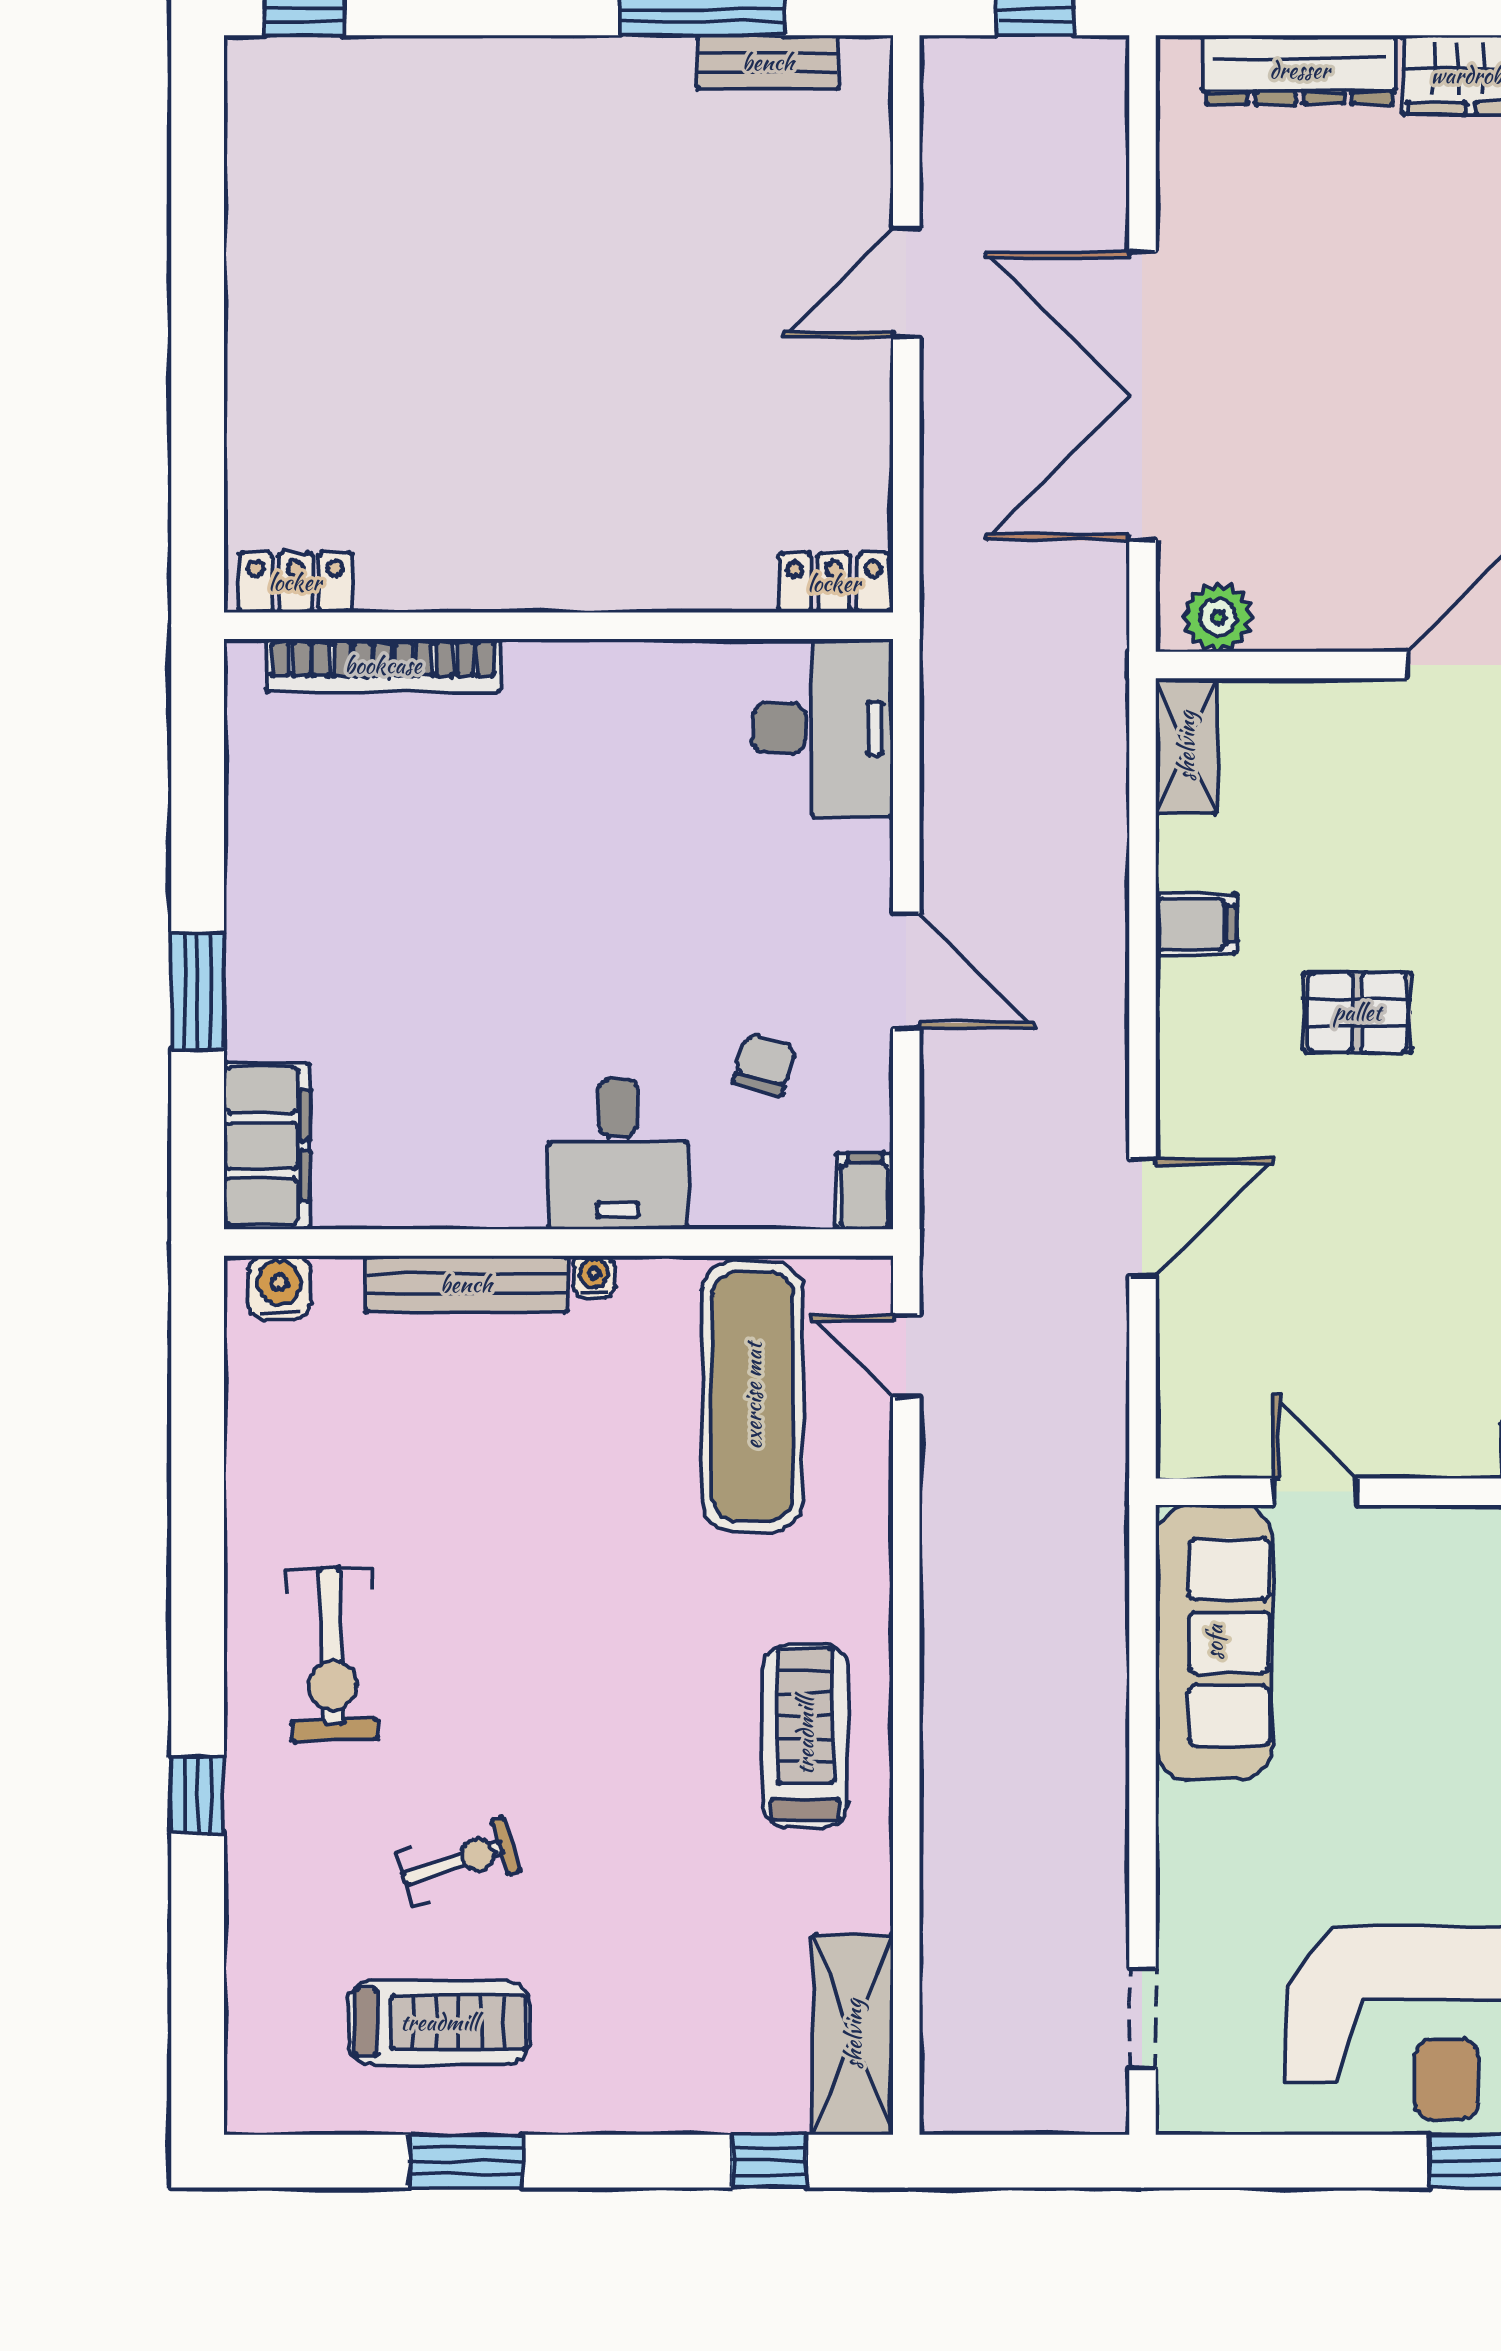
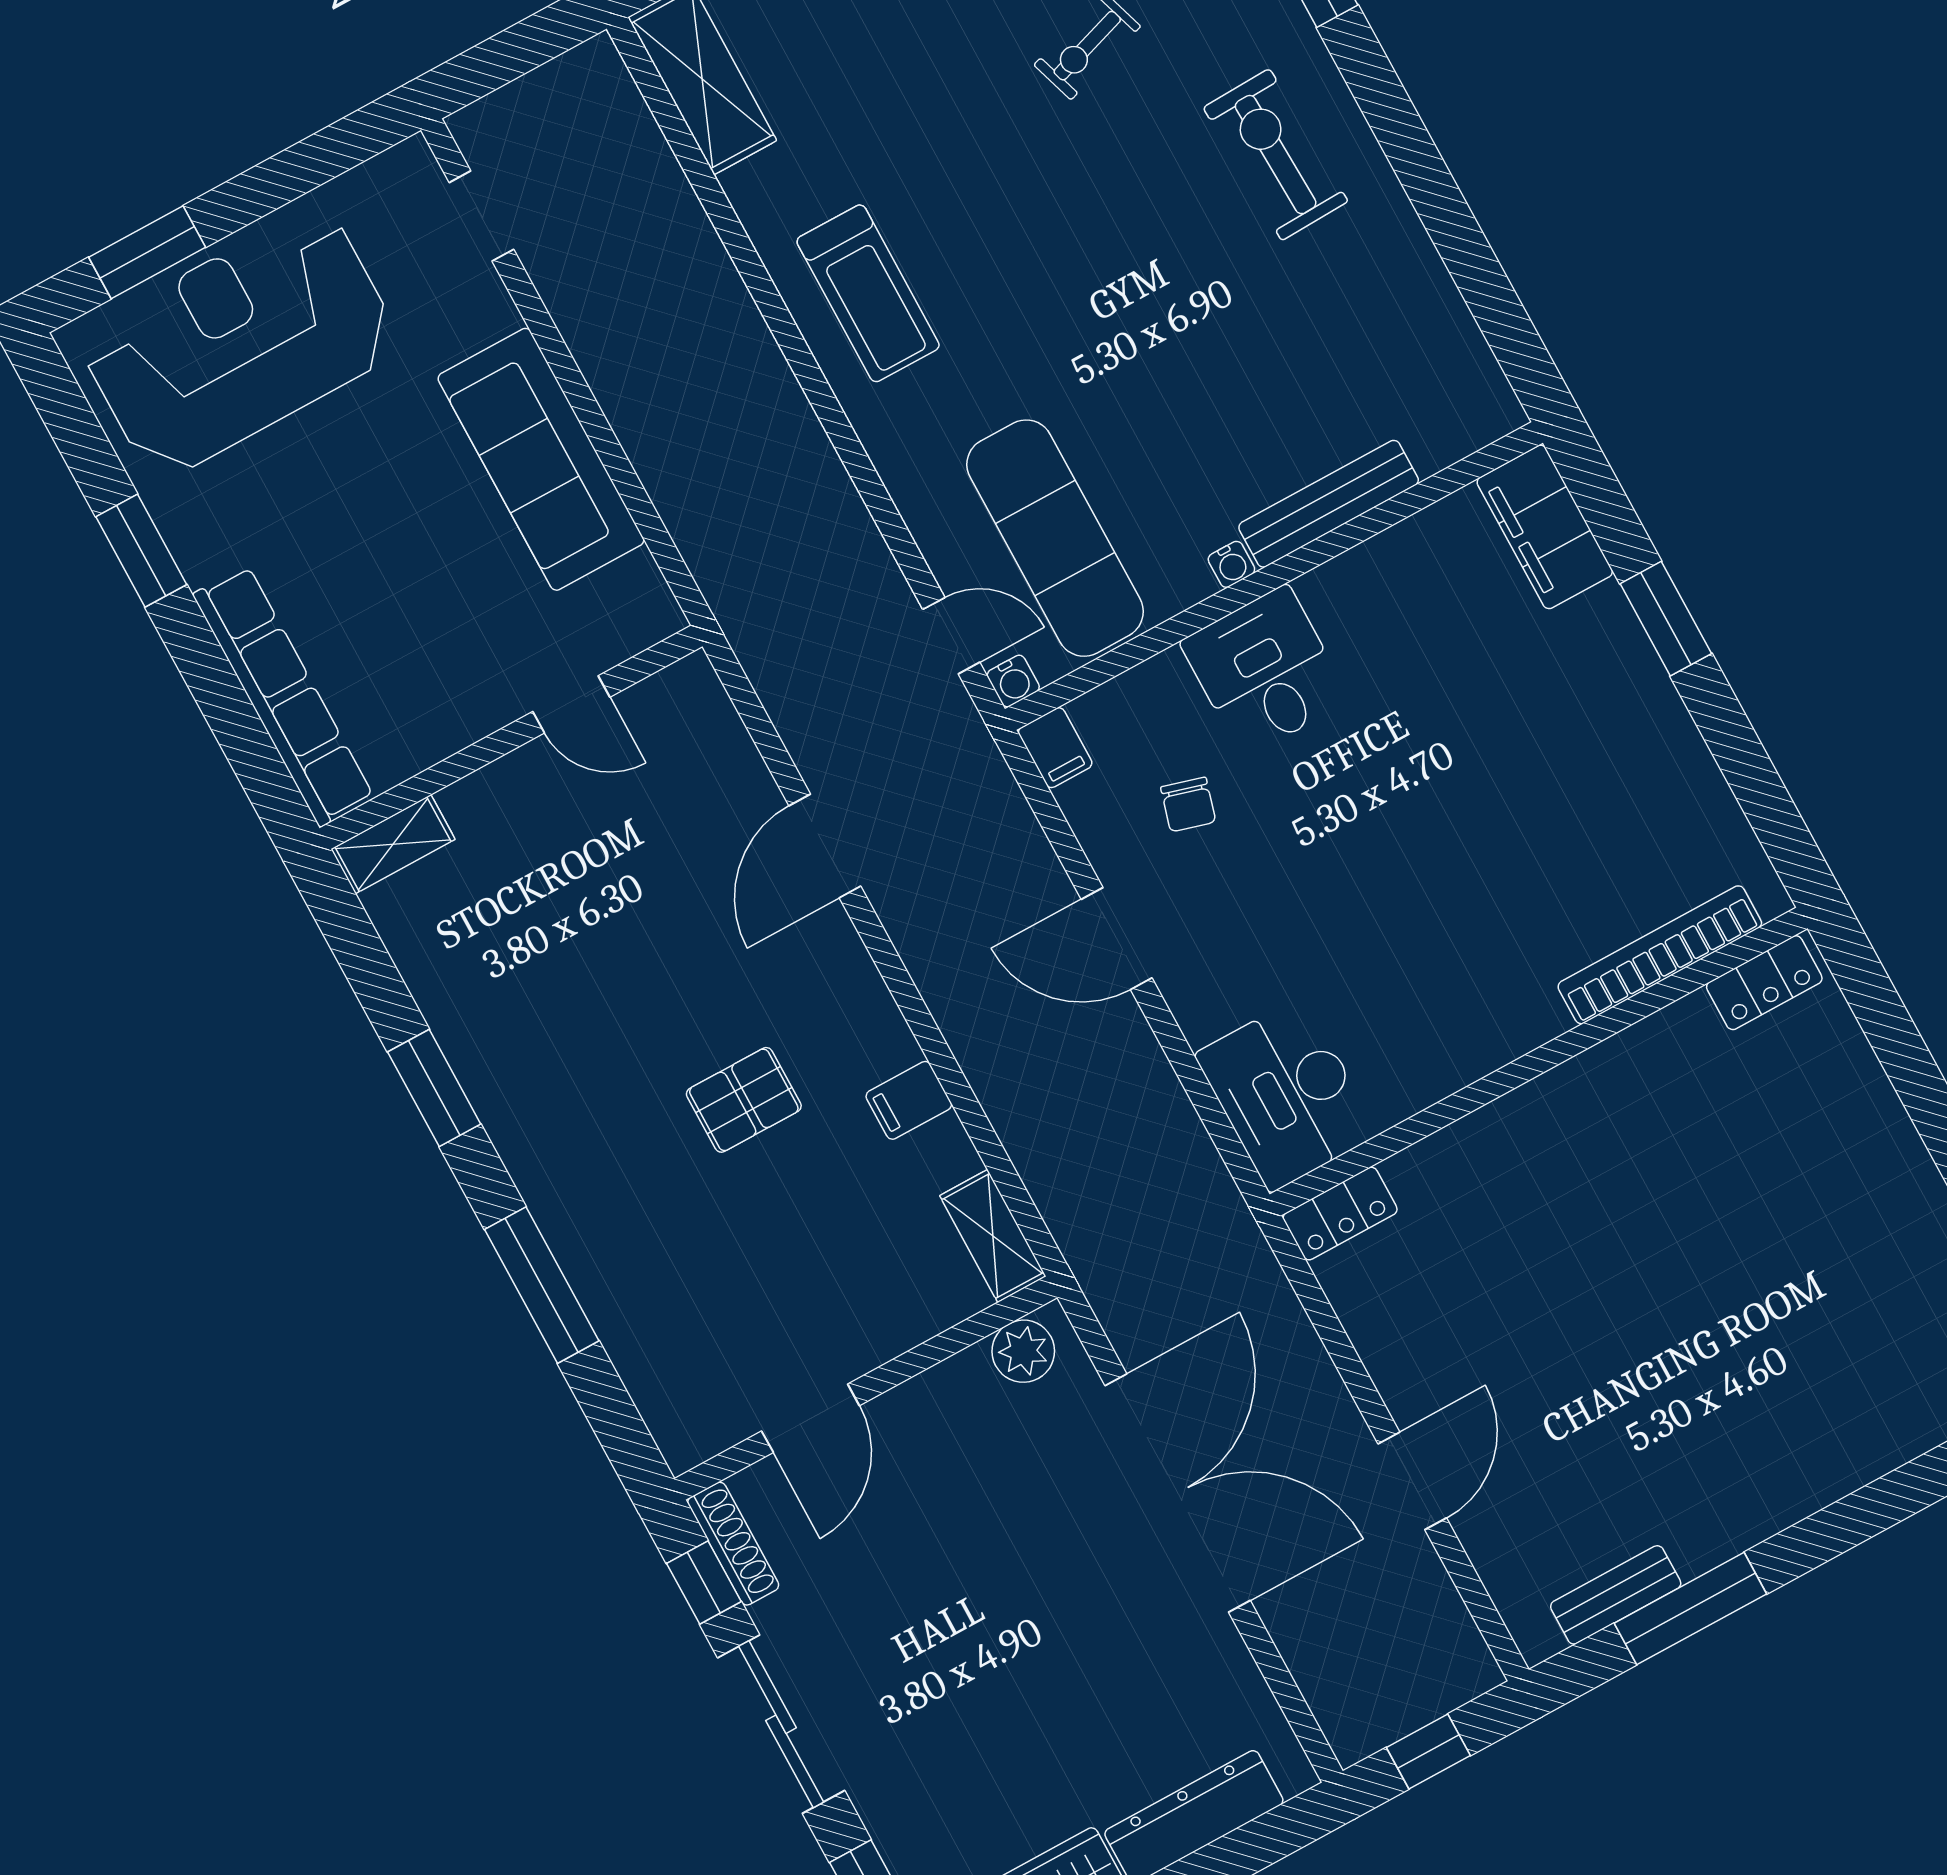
water cooler: (279, 1288) -> (1013, 681), moved, width x0.72, depth x0.72
sofa: (1214, 1642) -> (541, 459), moved

